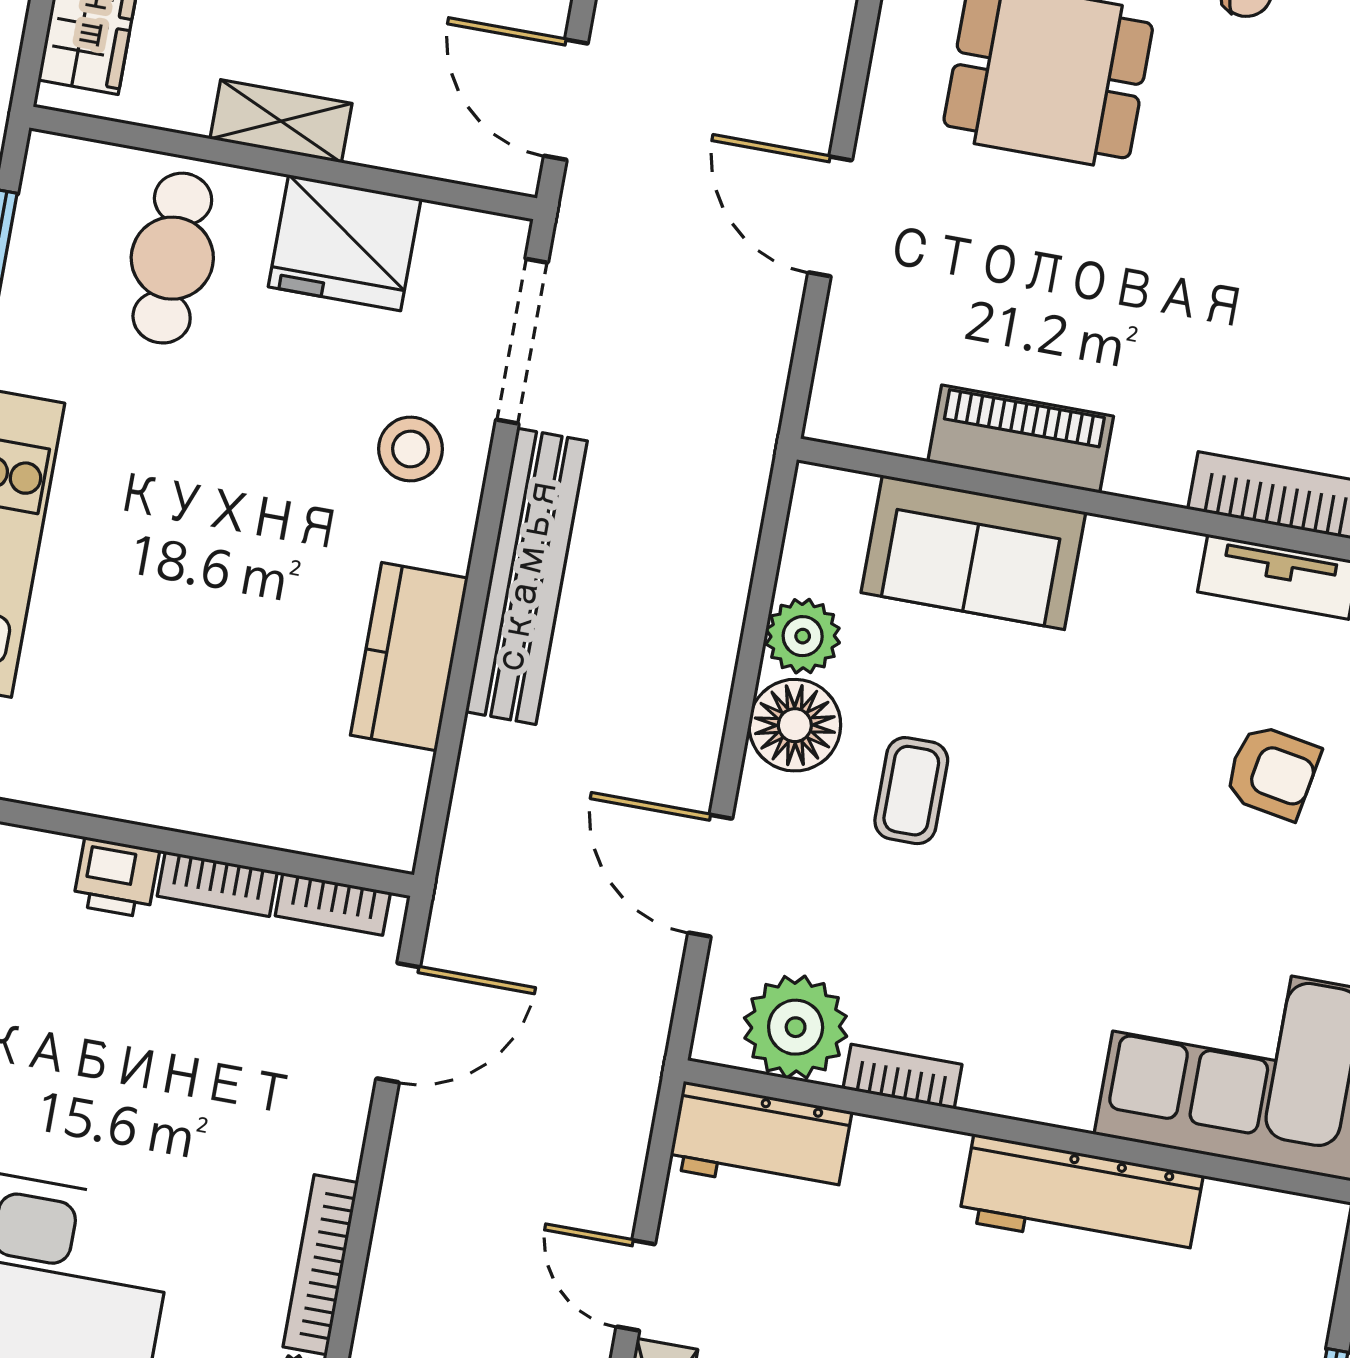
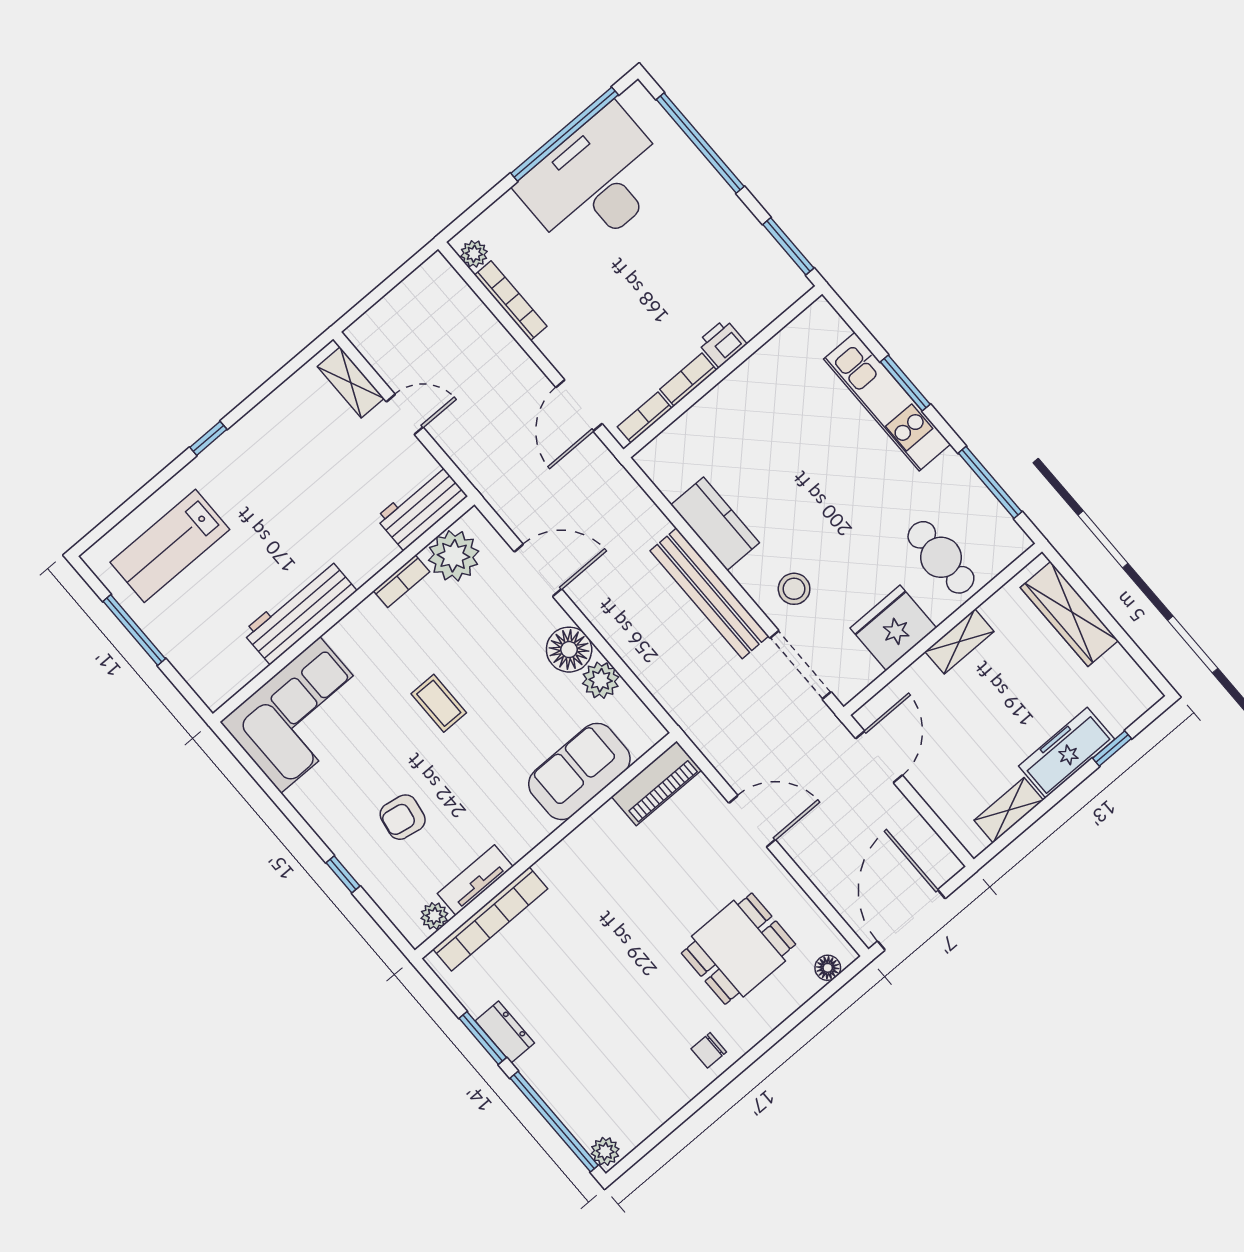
door: (566, 100) -> (879, 757), hinge flipped
piano: (1021, 439) -> (656, 783), moved
coffee table: (911, 791) -> (439, 703), moved

